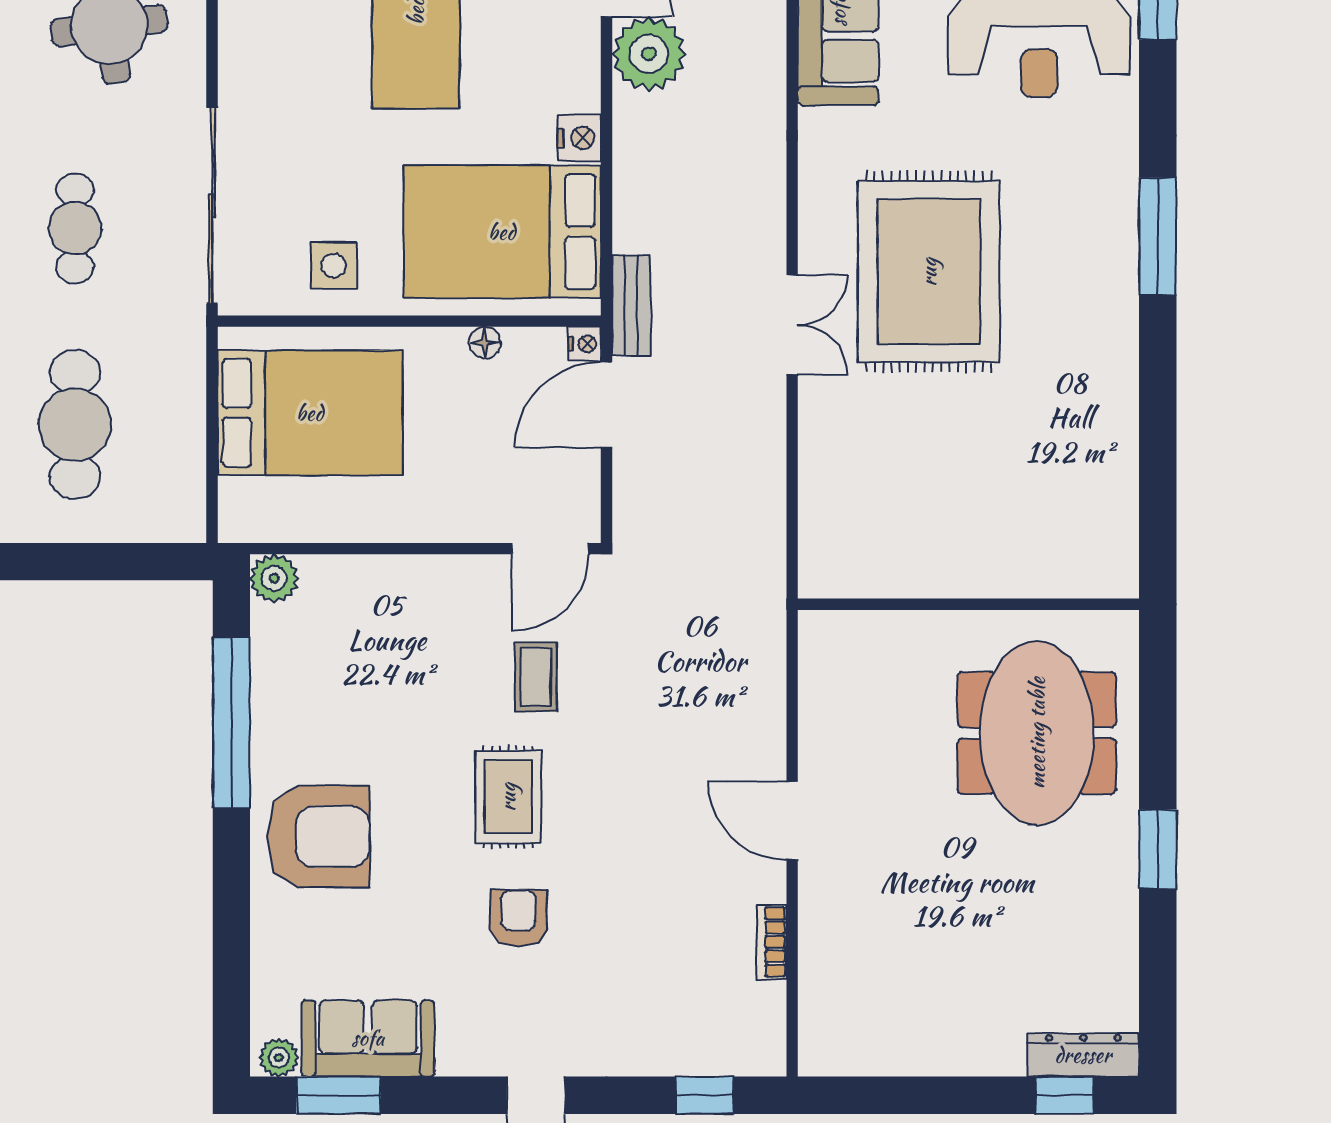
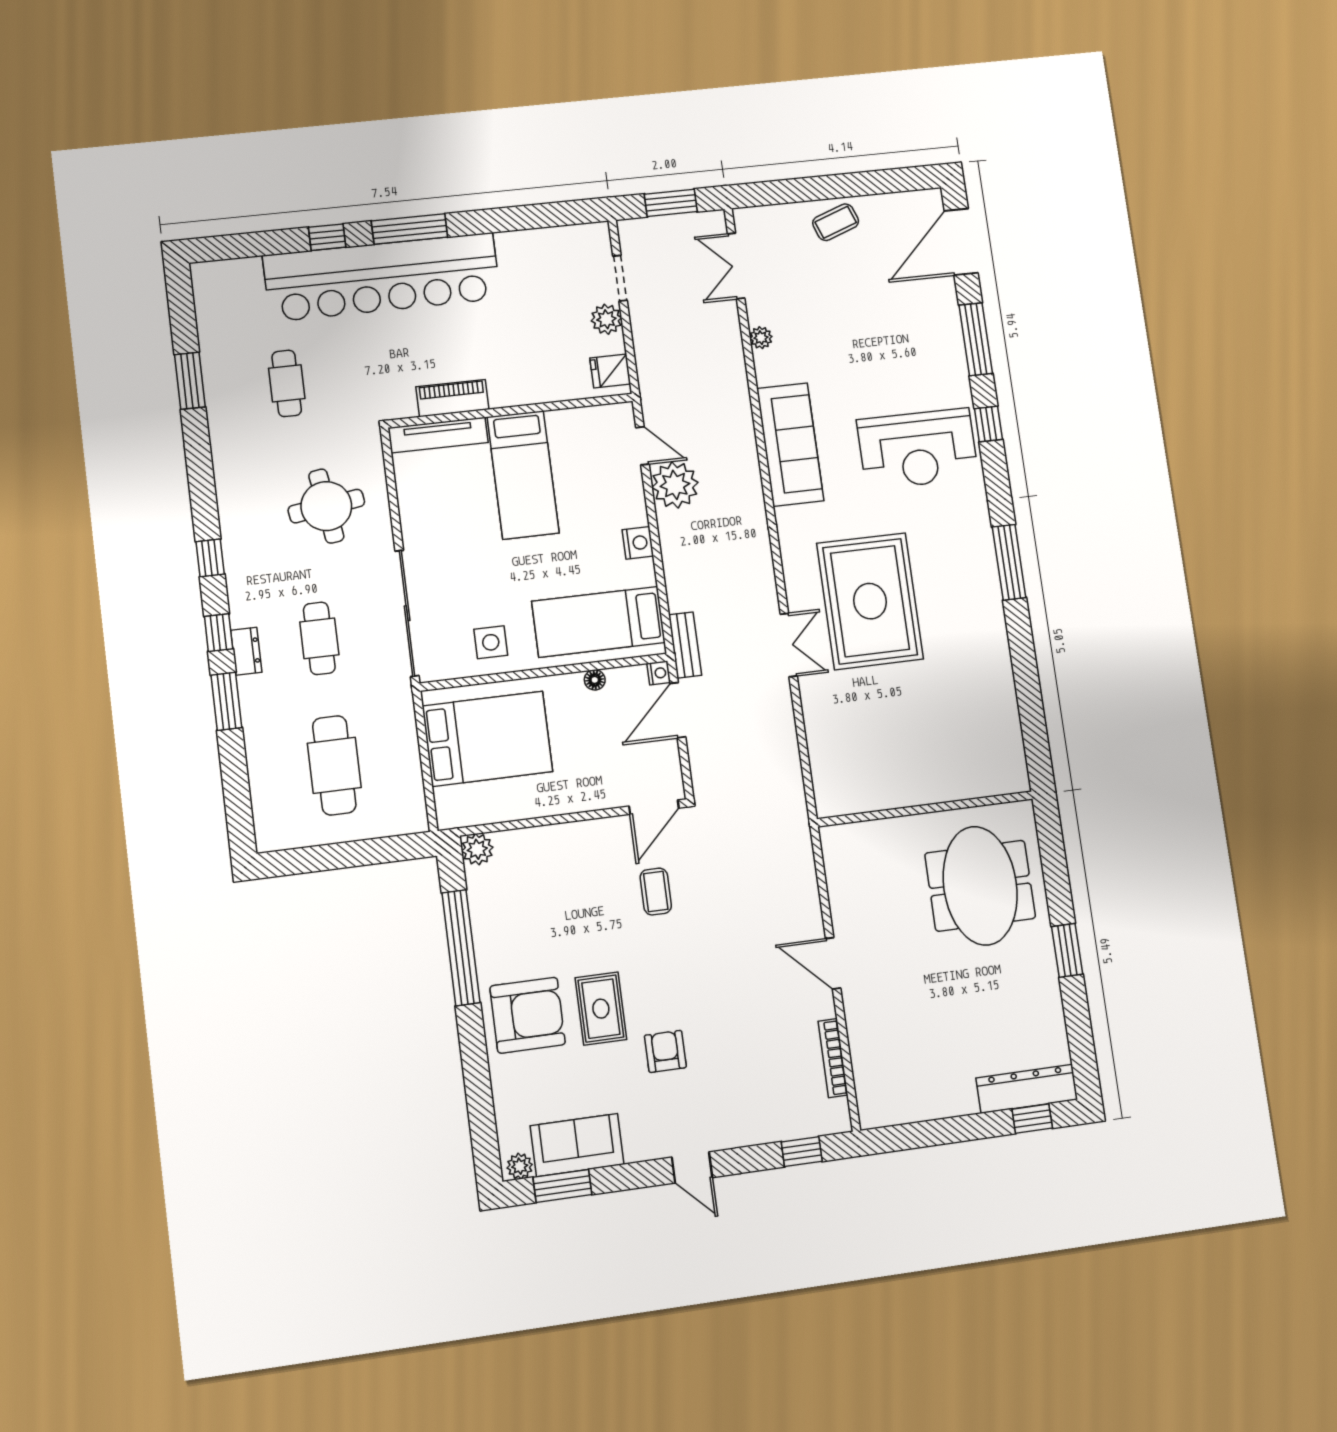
bed: (502, 232) -> (598, 622), width x0.67
rug: (508, 797) -> (601, 1009), moved
bookcase: (772, 942) -> (833, 1058), width x1.56
dresser: (1083, 1055) -> (1027, 1089), width x1.37, depth x1.24

